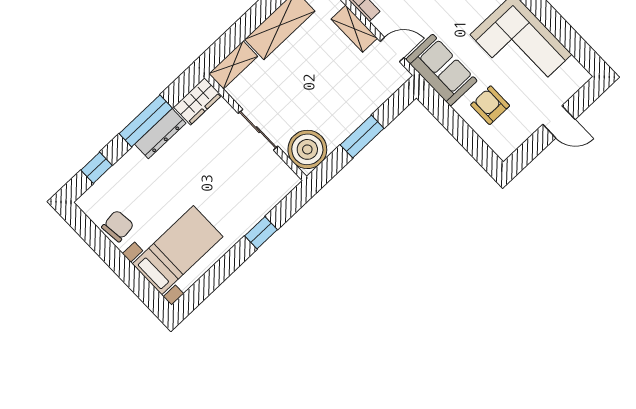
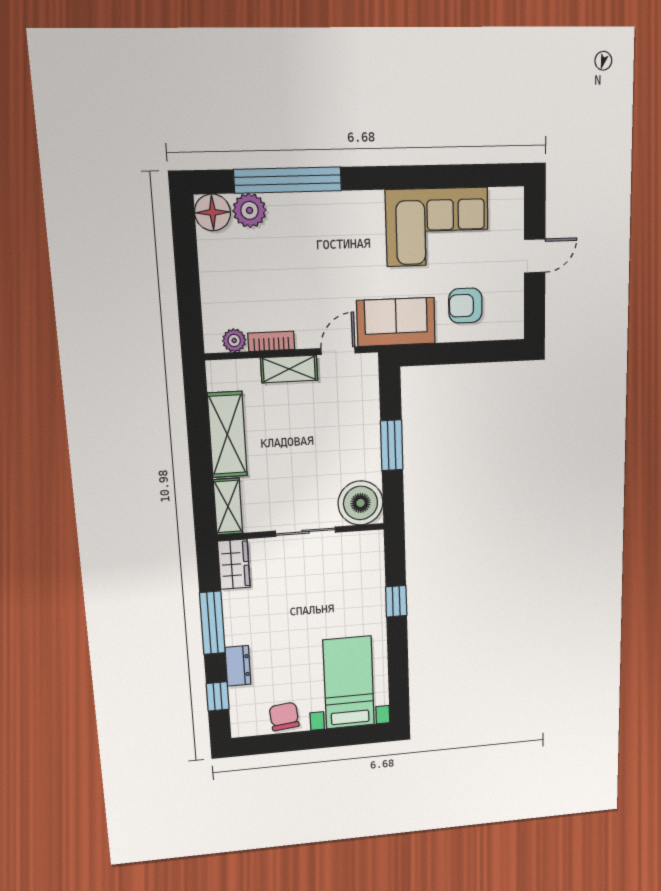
dresser: (160, 134) -> (238, 666), moved, width x0.70

